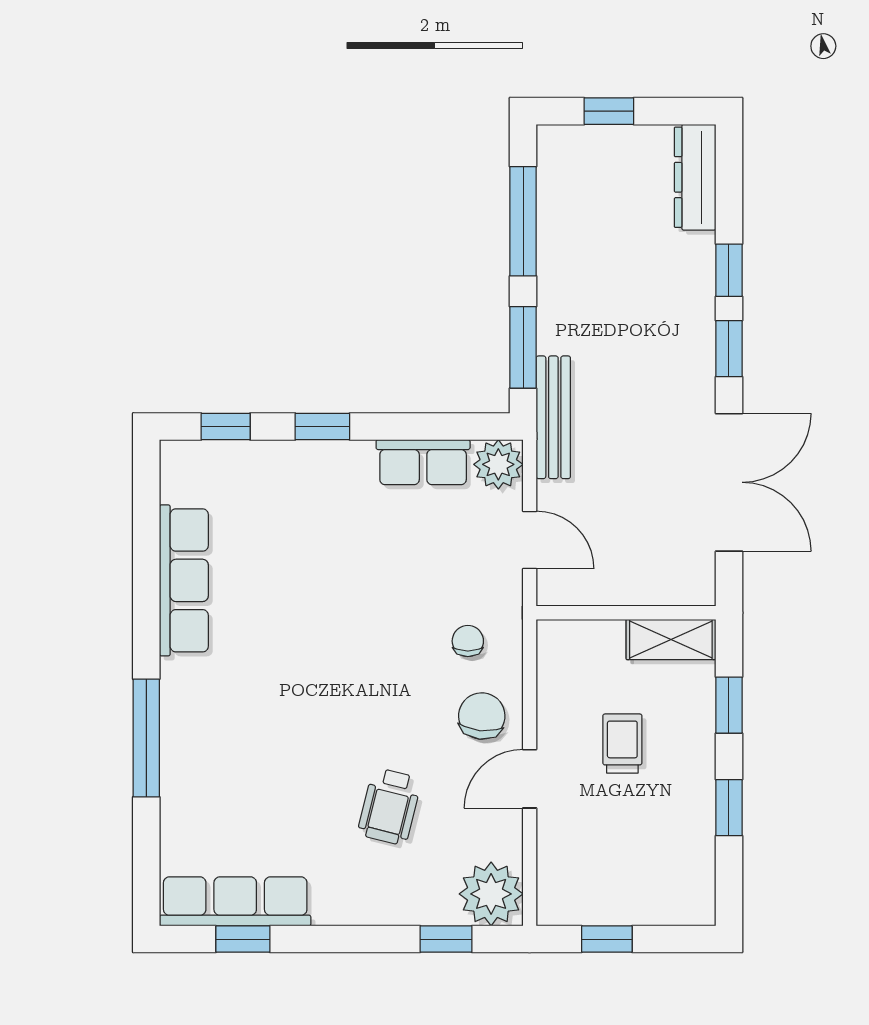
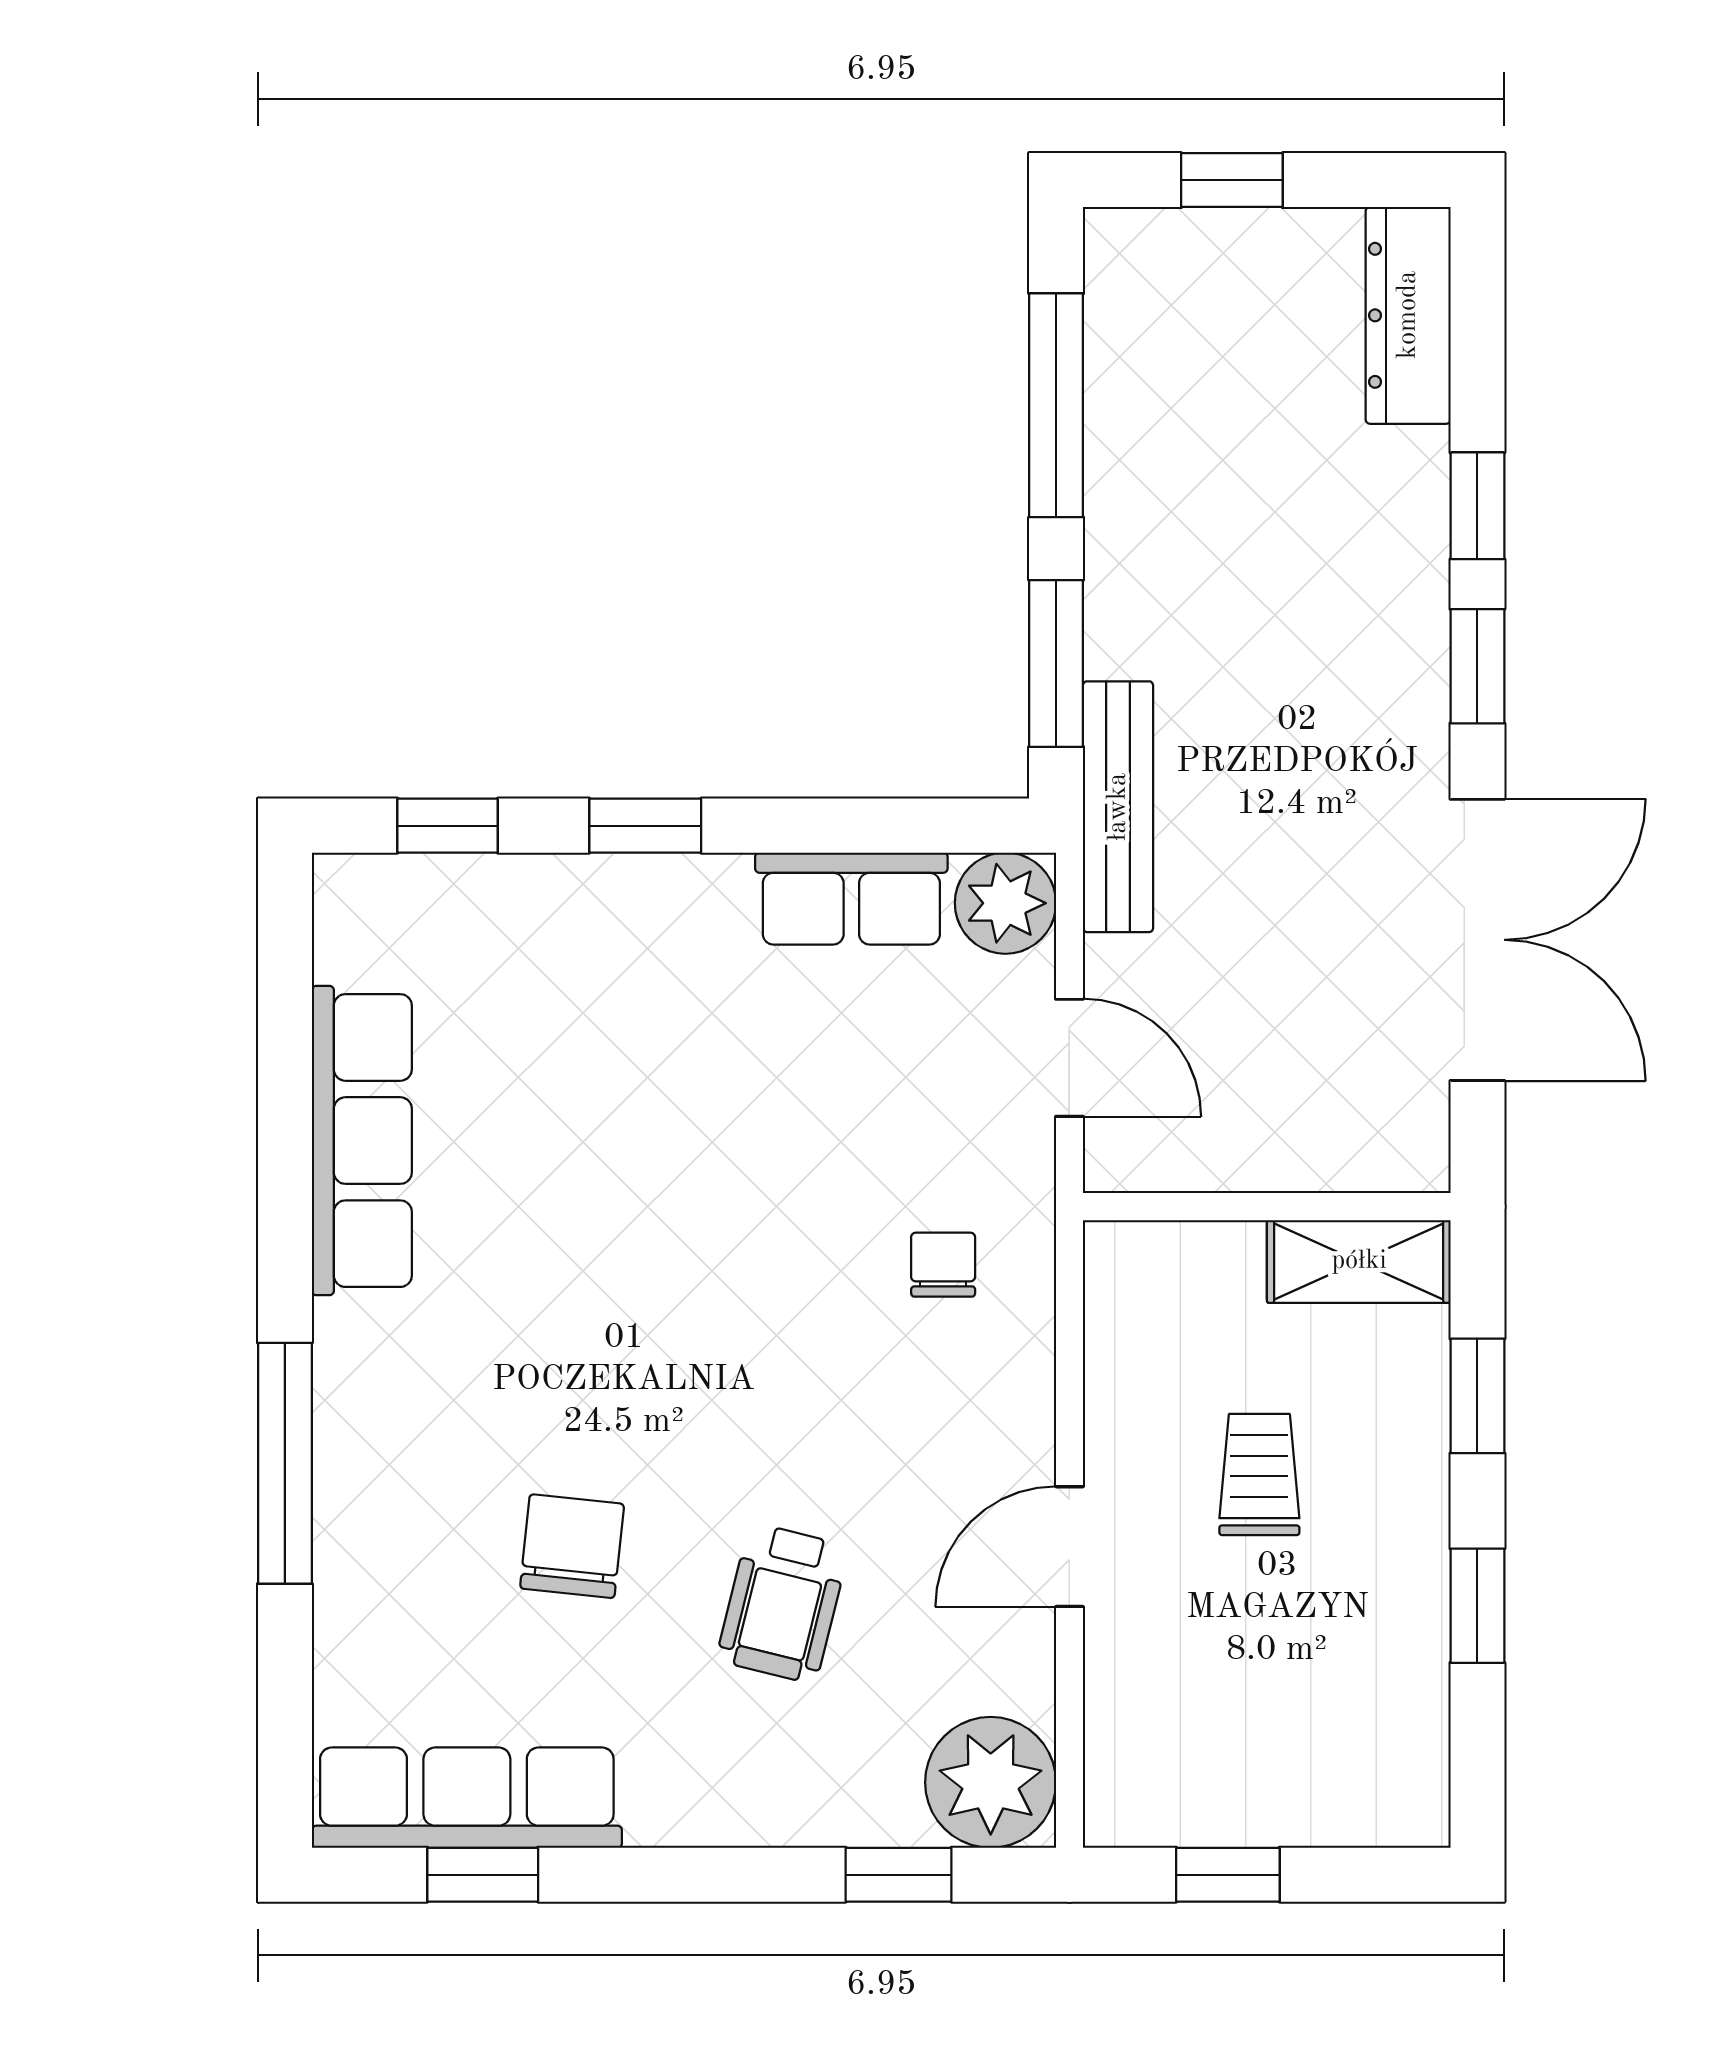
chair: (482, 716) -> (572, 1546), moved

